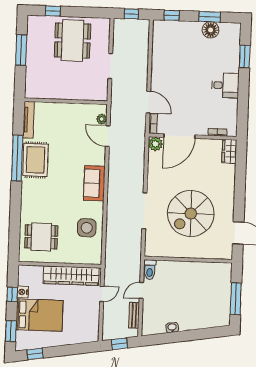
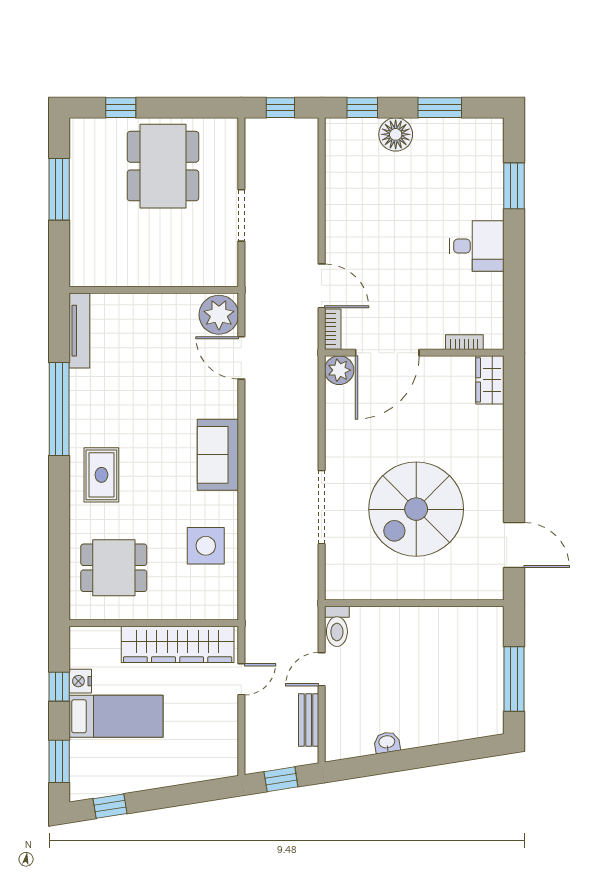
floor lamp: (211, 30) -> (396, 134), moved
plant: (102, 119) -> (219, 315), width x1.88, depth x1.88
rug: (35, 160) -> (101, 475), moved, width x0.73, depth x0.70
bed: (39, 315) -> (116, 716), width x0.67

